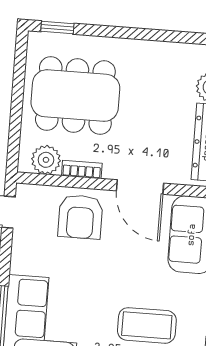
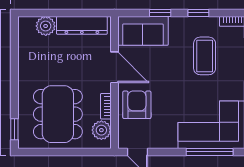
door: (140, 187) -> (114, 67), hinge flipped
armchair: (80, 217) -> (137, 105), turned -90

